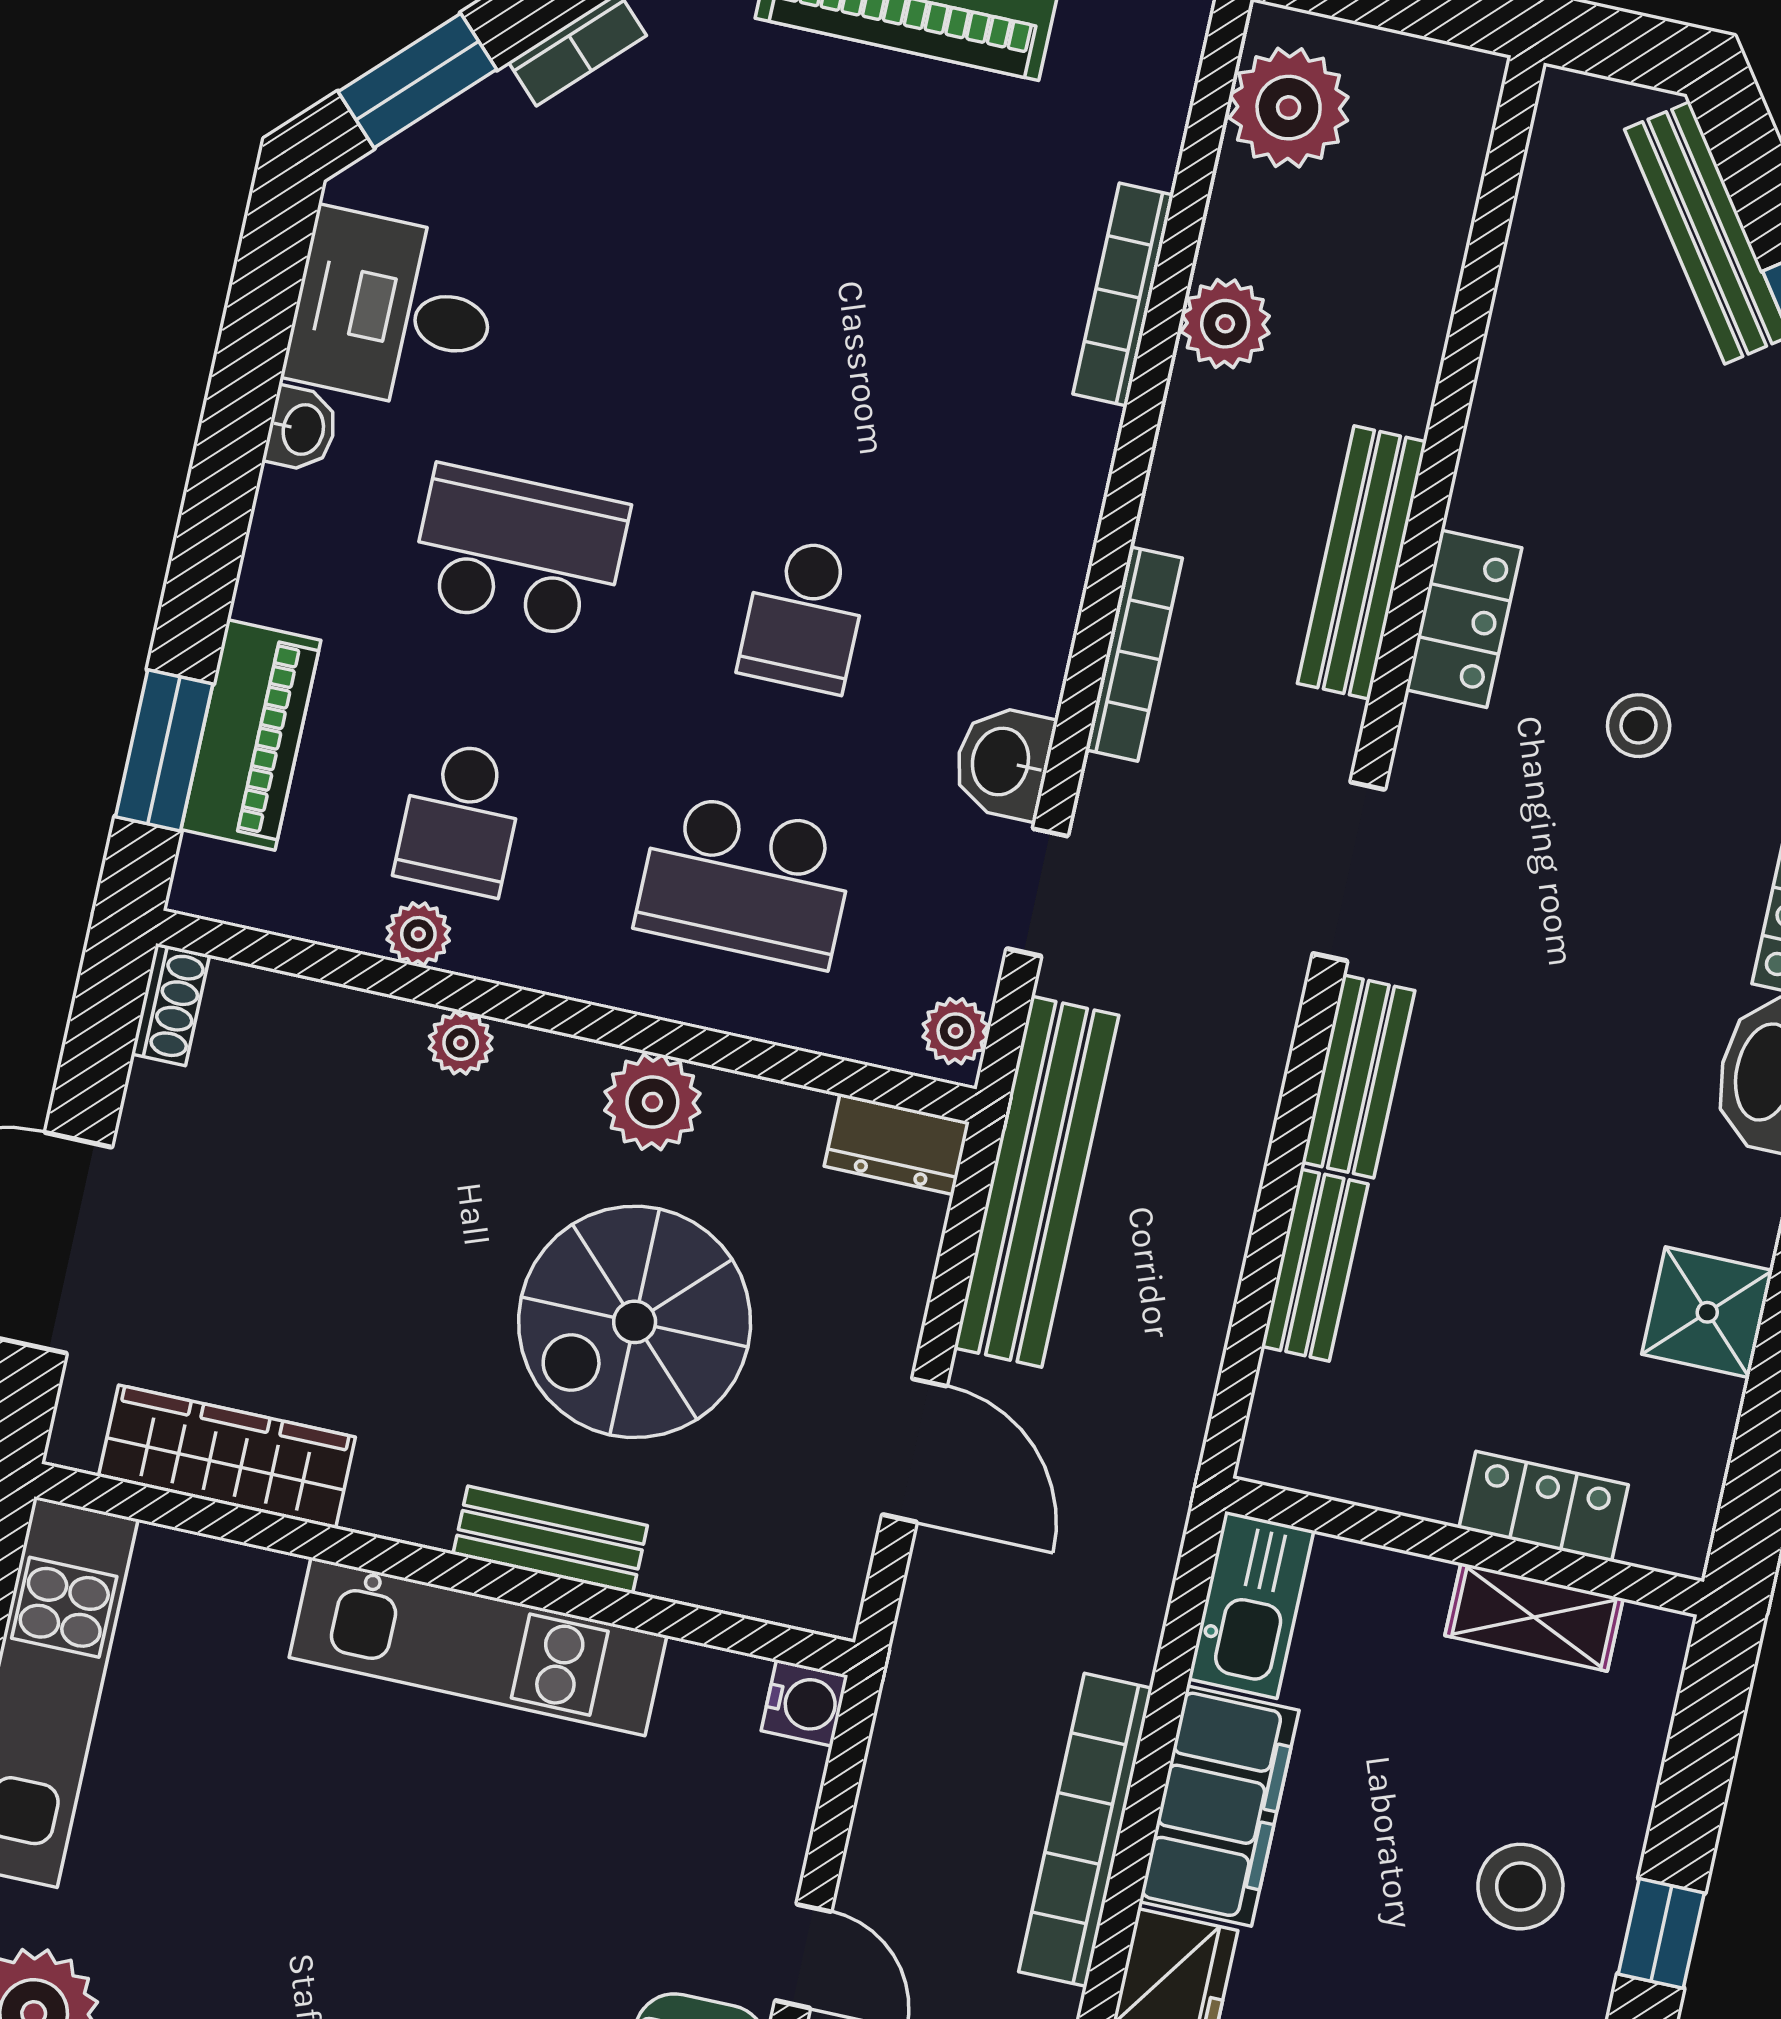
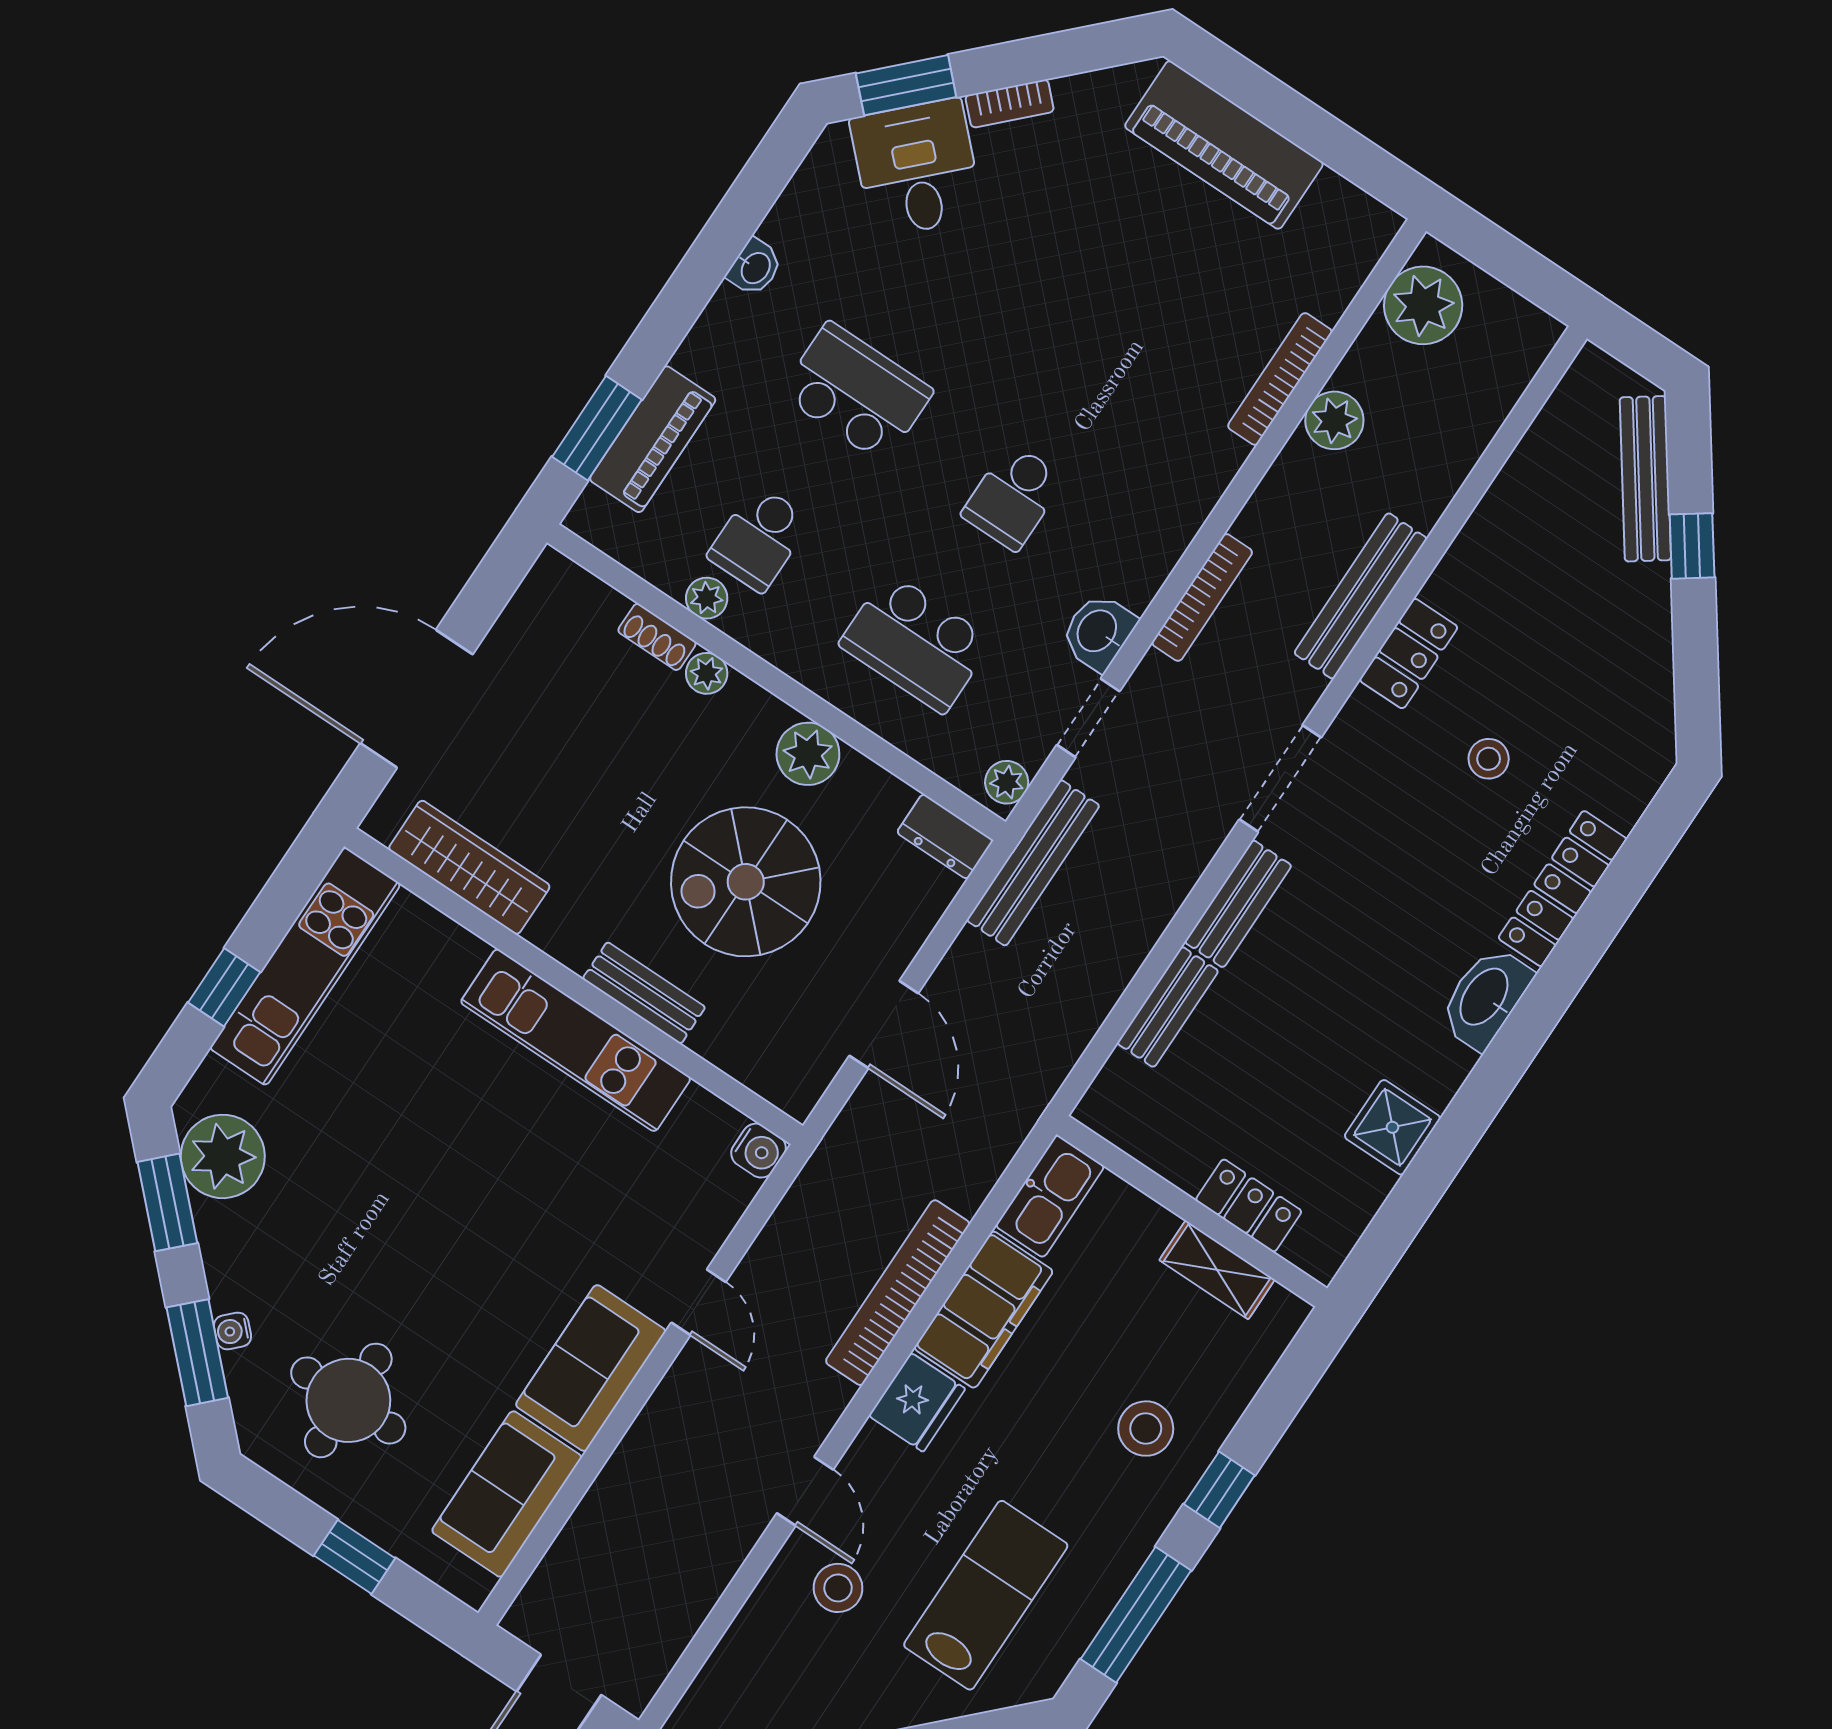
desk: (393, 311) -> (917, 168), moved, turned 45
shoe rack: (171, 1004) -> (657, 637), moved, turned 90
bench: (1036, 1182) -> (1033, 863), width x0.73, depth x0.82

